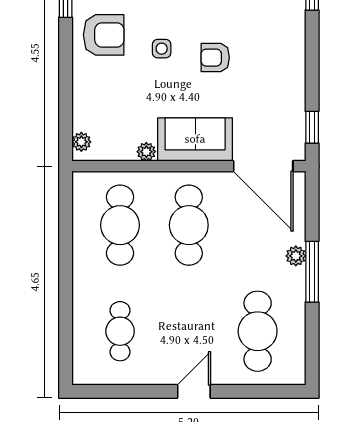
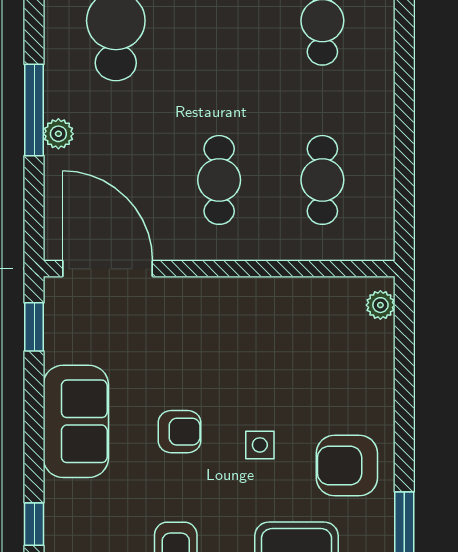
sofa: (195, 139) -> (76, 421), moved, turned -90
plant: (146, 152) -> (283, 290), removed
cafe table: (120, 225) -> (322, 180), width x0.73, depth x0.74
cafe table: (189, 225) -> (219, 180), width x0.73, depth x0.74

